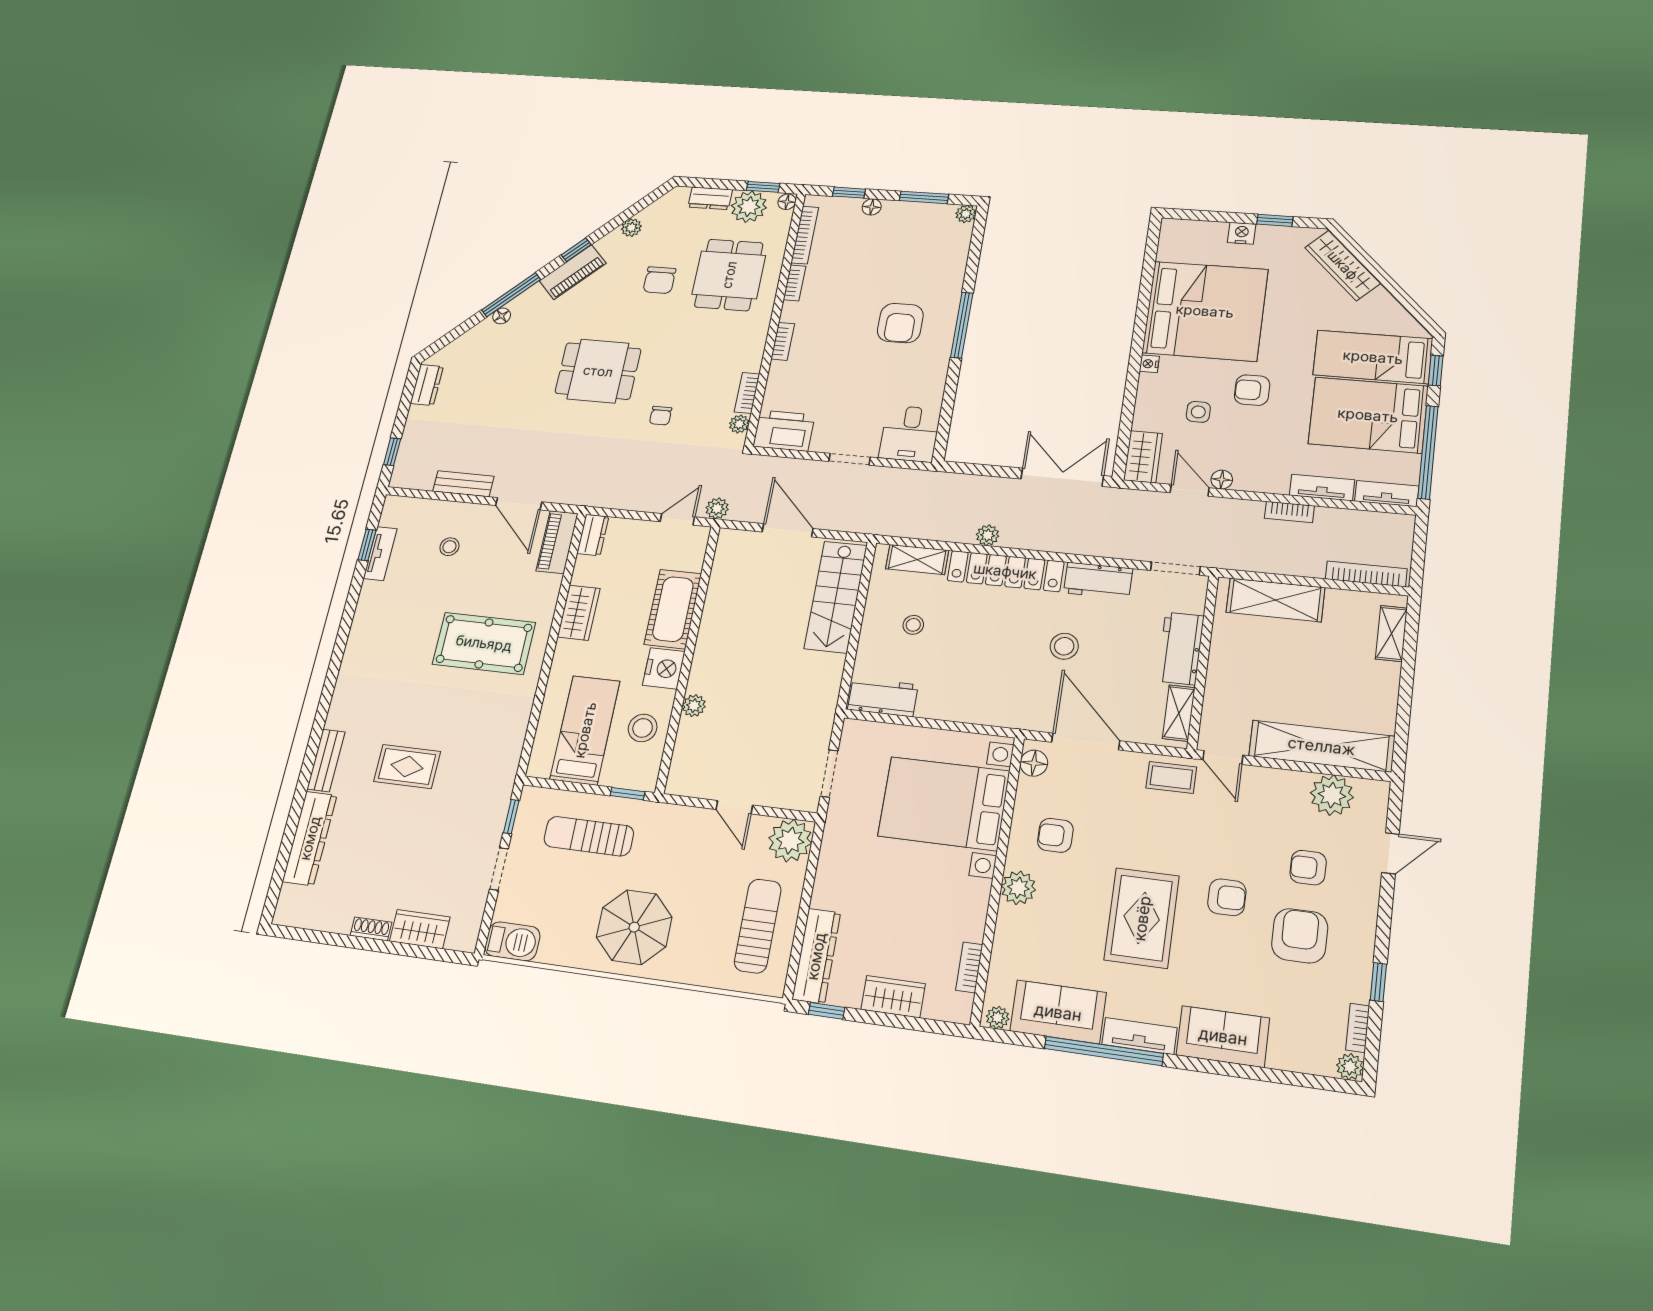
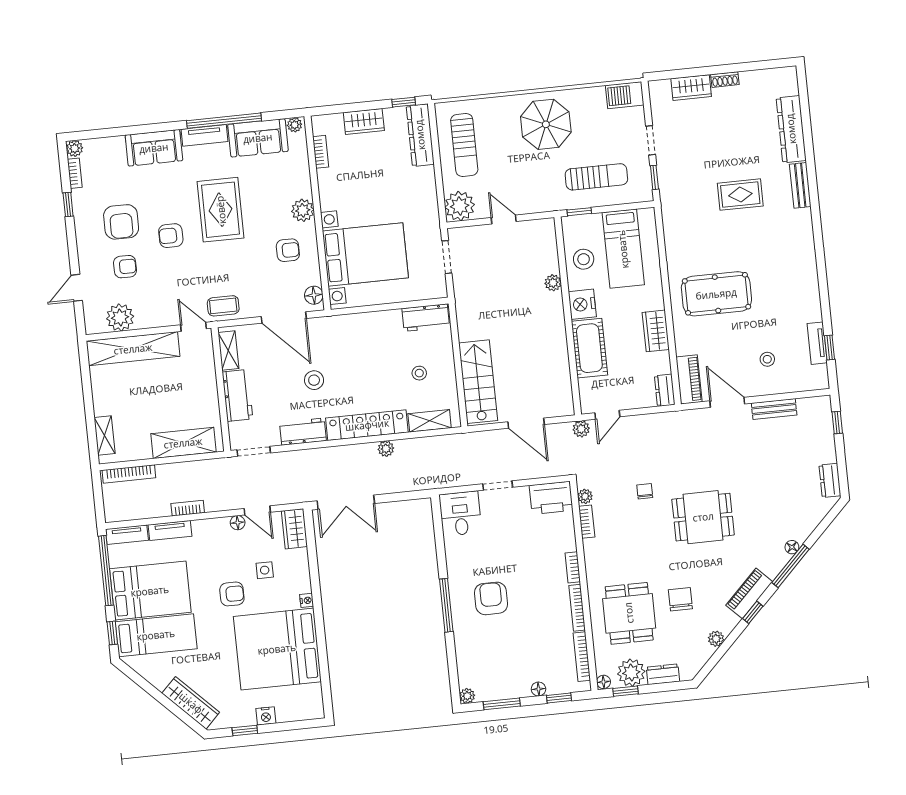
bookcase: (794, 283) -> (577, 608), width x1.56

